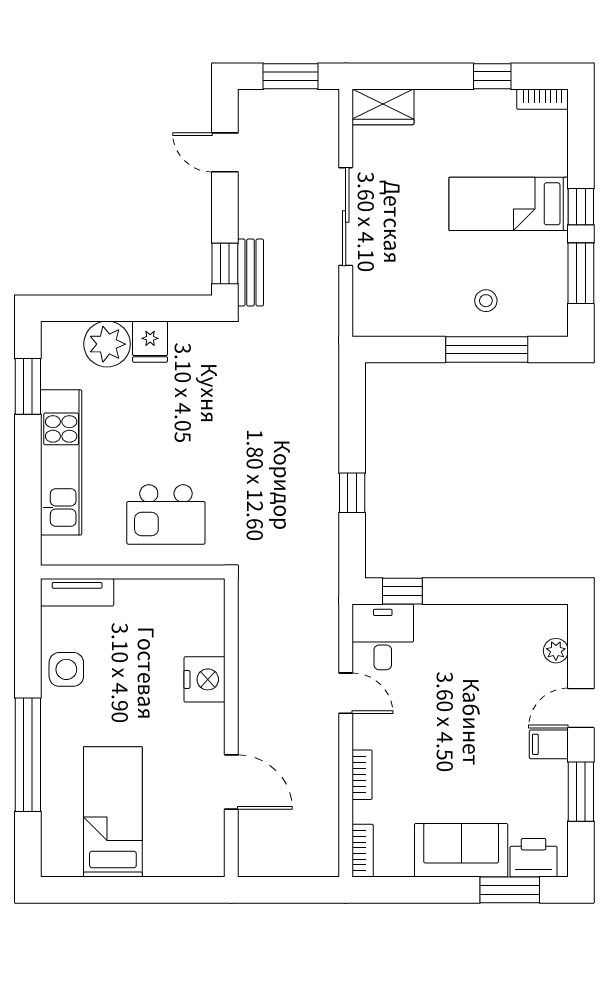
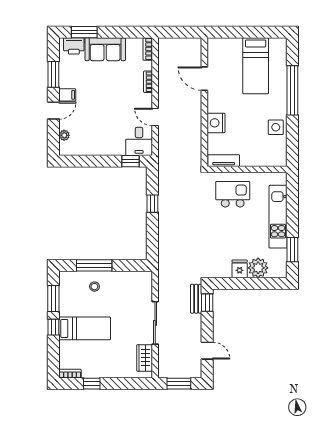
wardrobe: (383, 107) -> (145, 358), moved, turned -90
tv unit: (77, 592) -> (224, 161), moved

